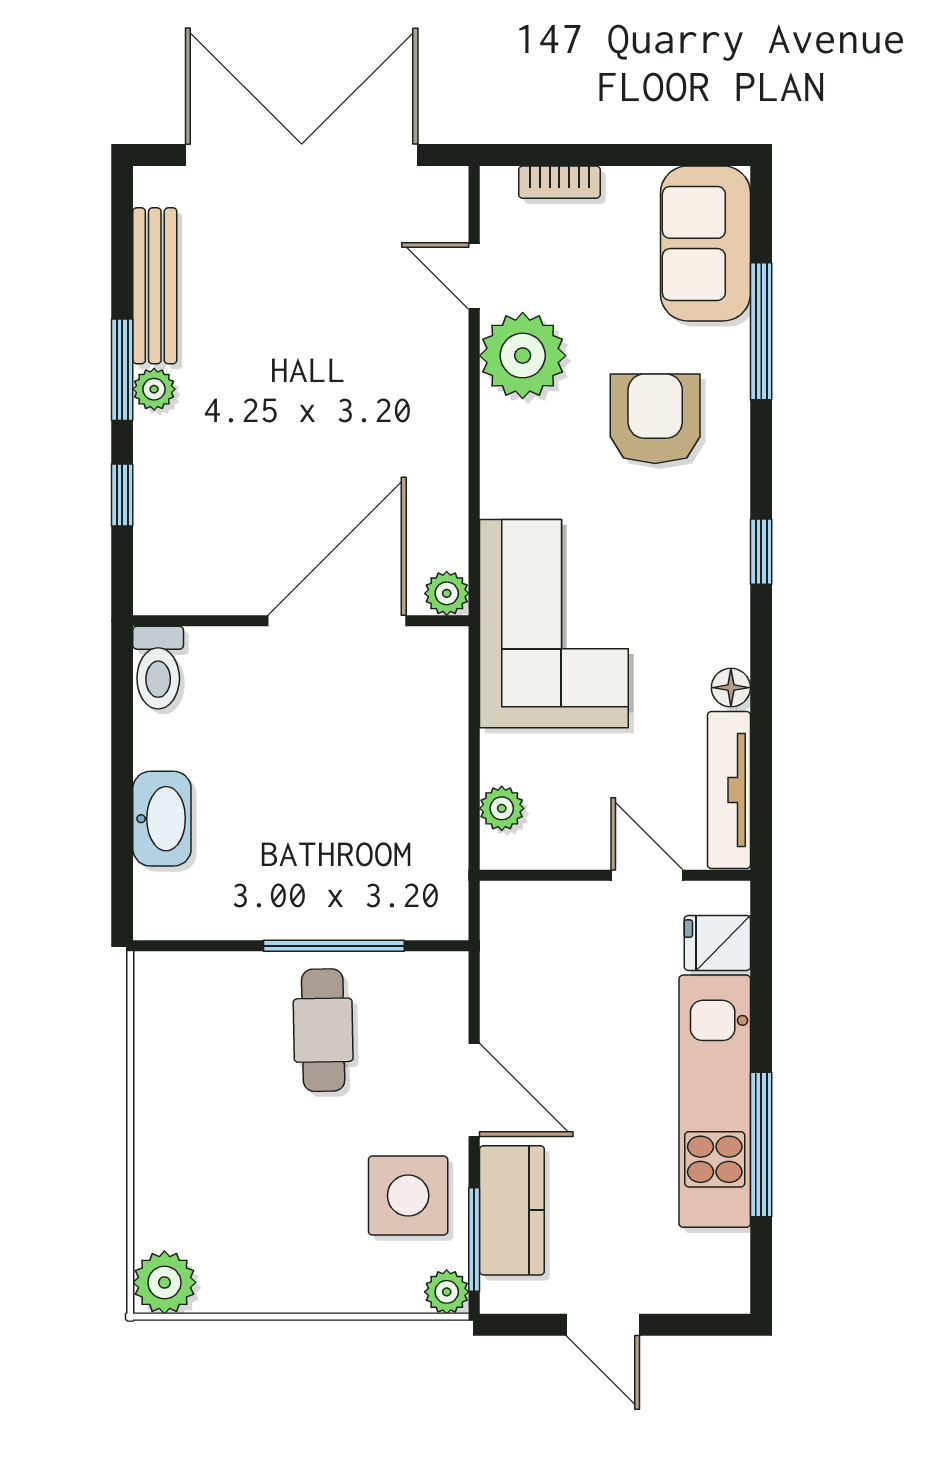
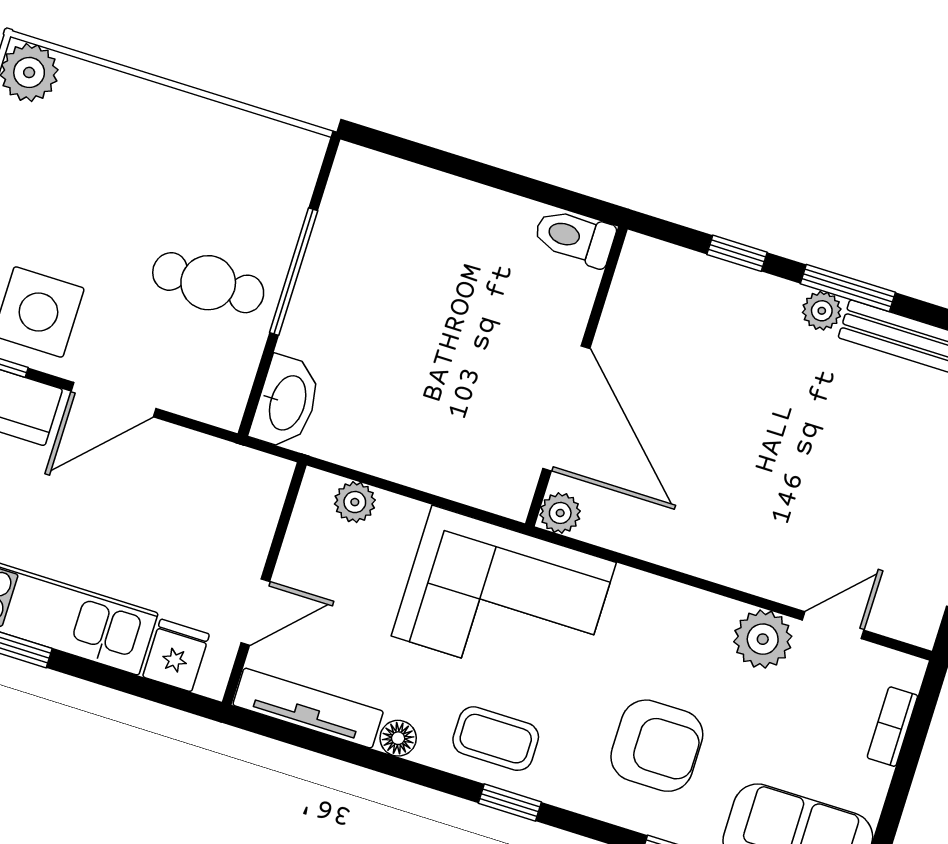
plant: (523, 356) -> (763, 639), width x0.73, depth x0.73
coffee table: (700, 587) -> (496, 739), added
washbasin: (162, 819) -> (286, 402), moved, turned -90
window: (334, 946) -> (294, 272), moved

